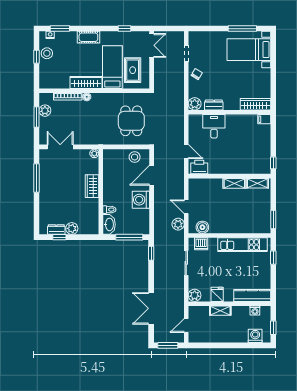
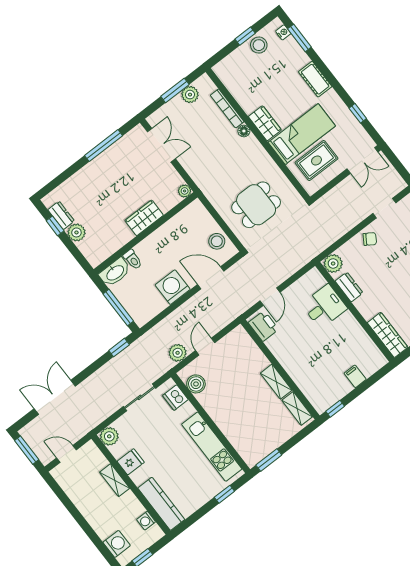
wardrobe: (86, 82) -> (265, 123), width x0.67
filing cabinet: (264, 119) -> (355, 376), moved

